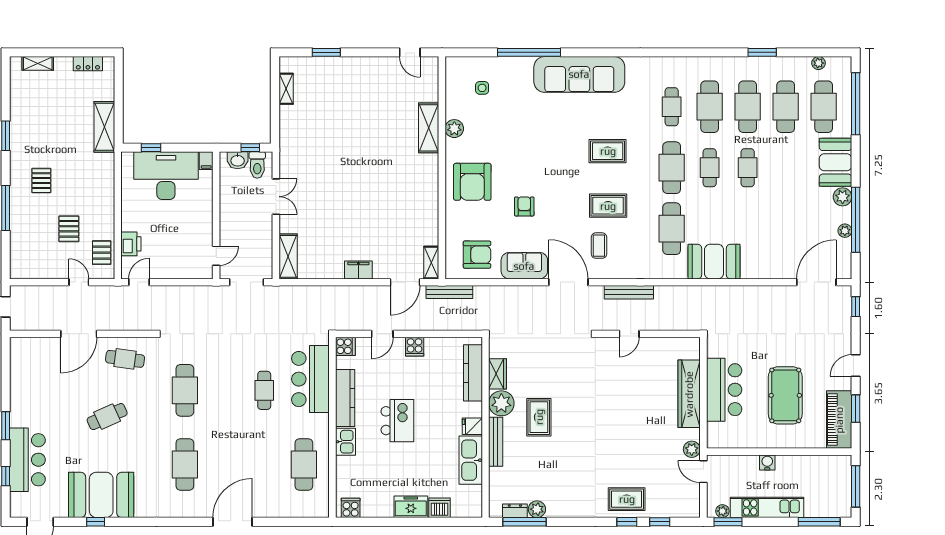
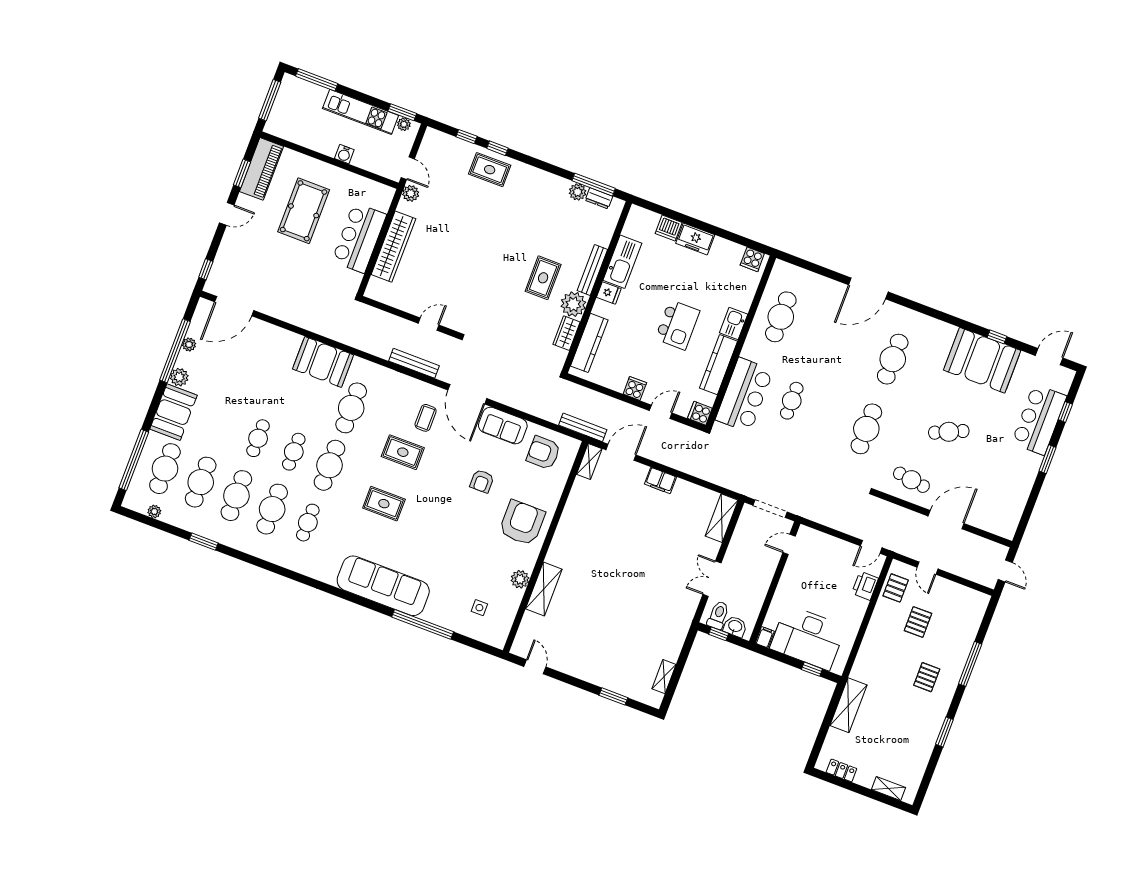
kitchen island: (397, 421) -> (677, 325), turned 180

